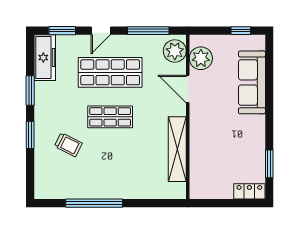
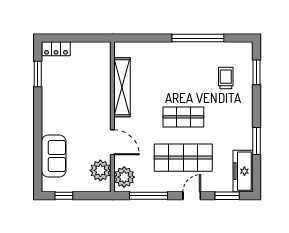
sofa: (252, 82) -> (54, 156), width x0.73
window: (30, 135) -> (256, 72), moved
trolley: (68, 145) -> (226, 78), moved, turned 63

